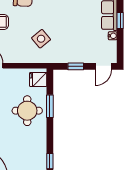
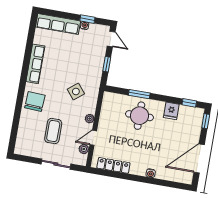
window: (120, 20) -> (87, 19), moved
plant: (15, 58) -> (90, 119), added
fridge: (38, 80) -> (171, 111), moved

